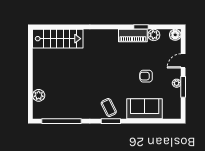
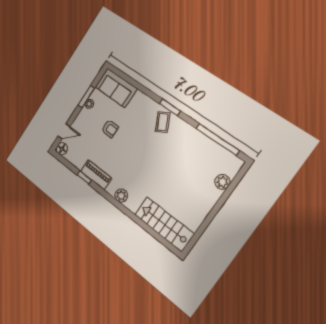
plant: (154, 35) -> (121, 196), moved
door: (183, 61) -> (64, 131), moved
sofa: (145, 109) -> (116, 88), moved

